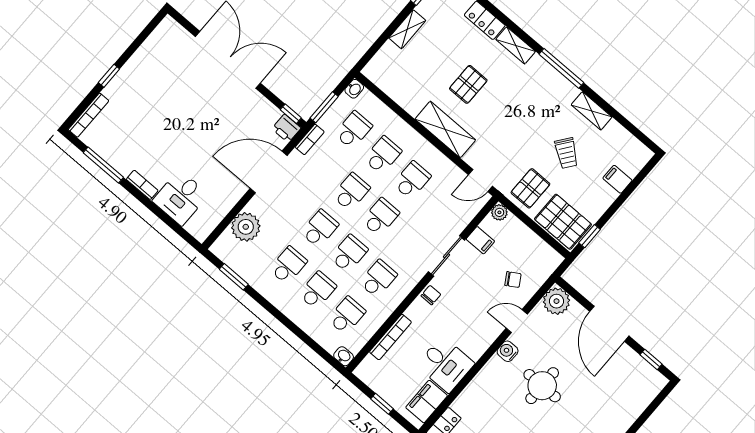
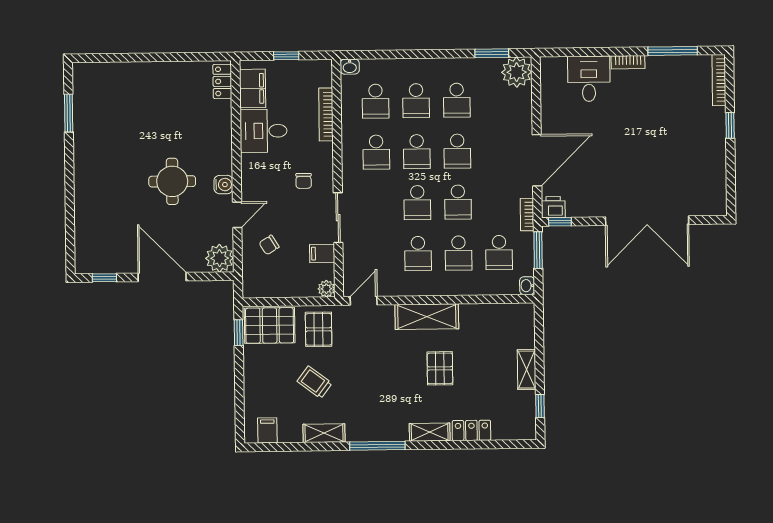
filing cabinet: (617, 179) -> (267, 430), moved, turned -90
plant: (246, 227) -> (517, 72), moved
chair: (431, 295) -> (304, 181), moved

